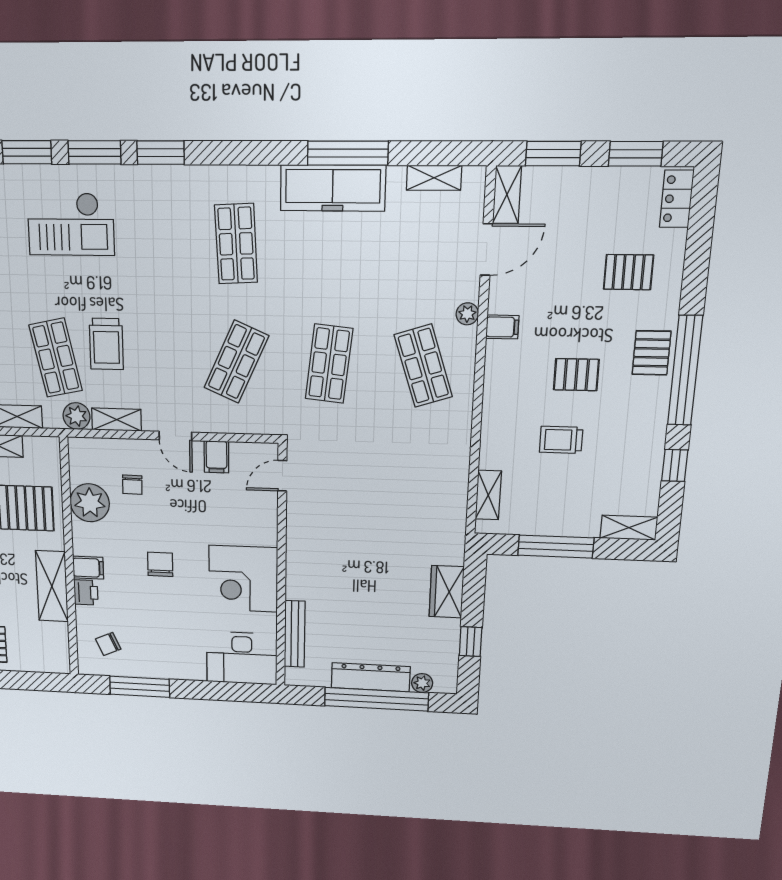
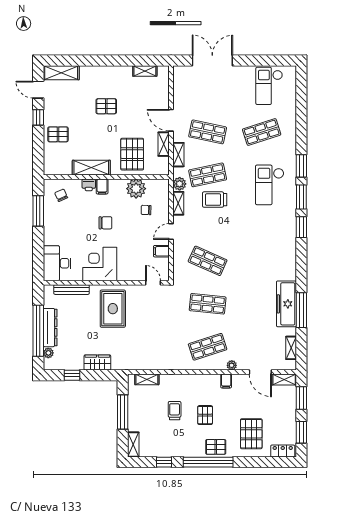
shop shelf: (236, 244) -> (262, 261), removed
pallet: (628, 272) -> (251, 434), width x1.50, depth x1.42
rug: (335, 557) -> (113, 309), added

